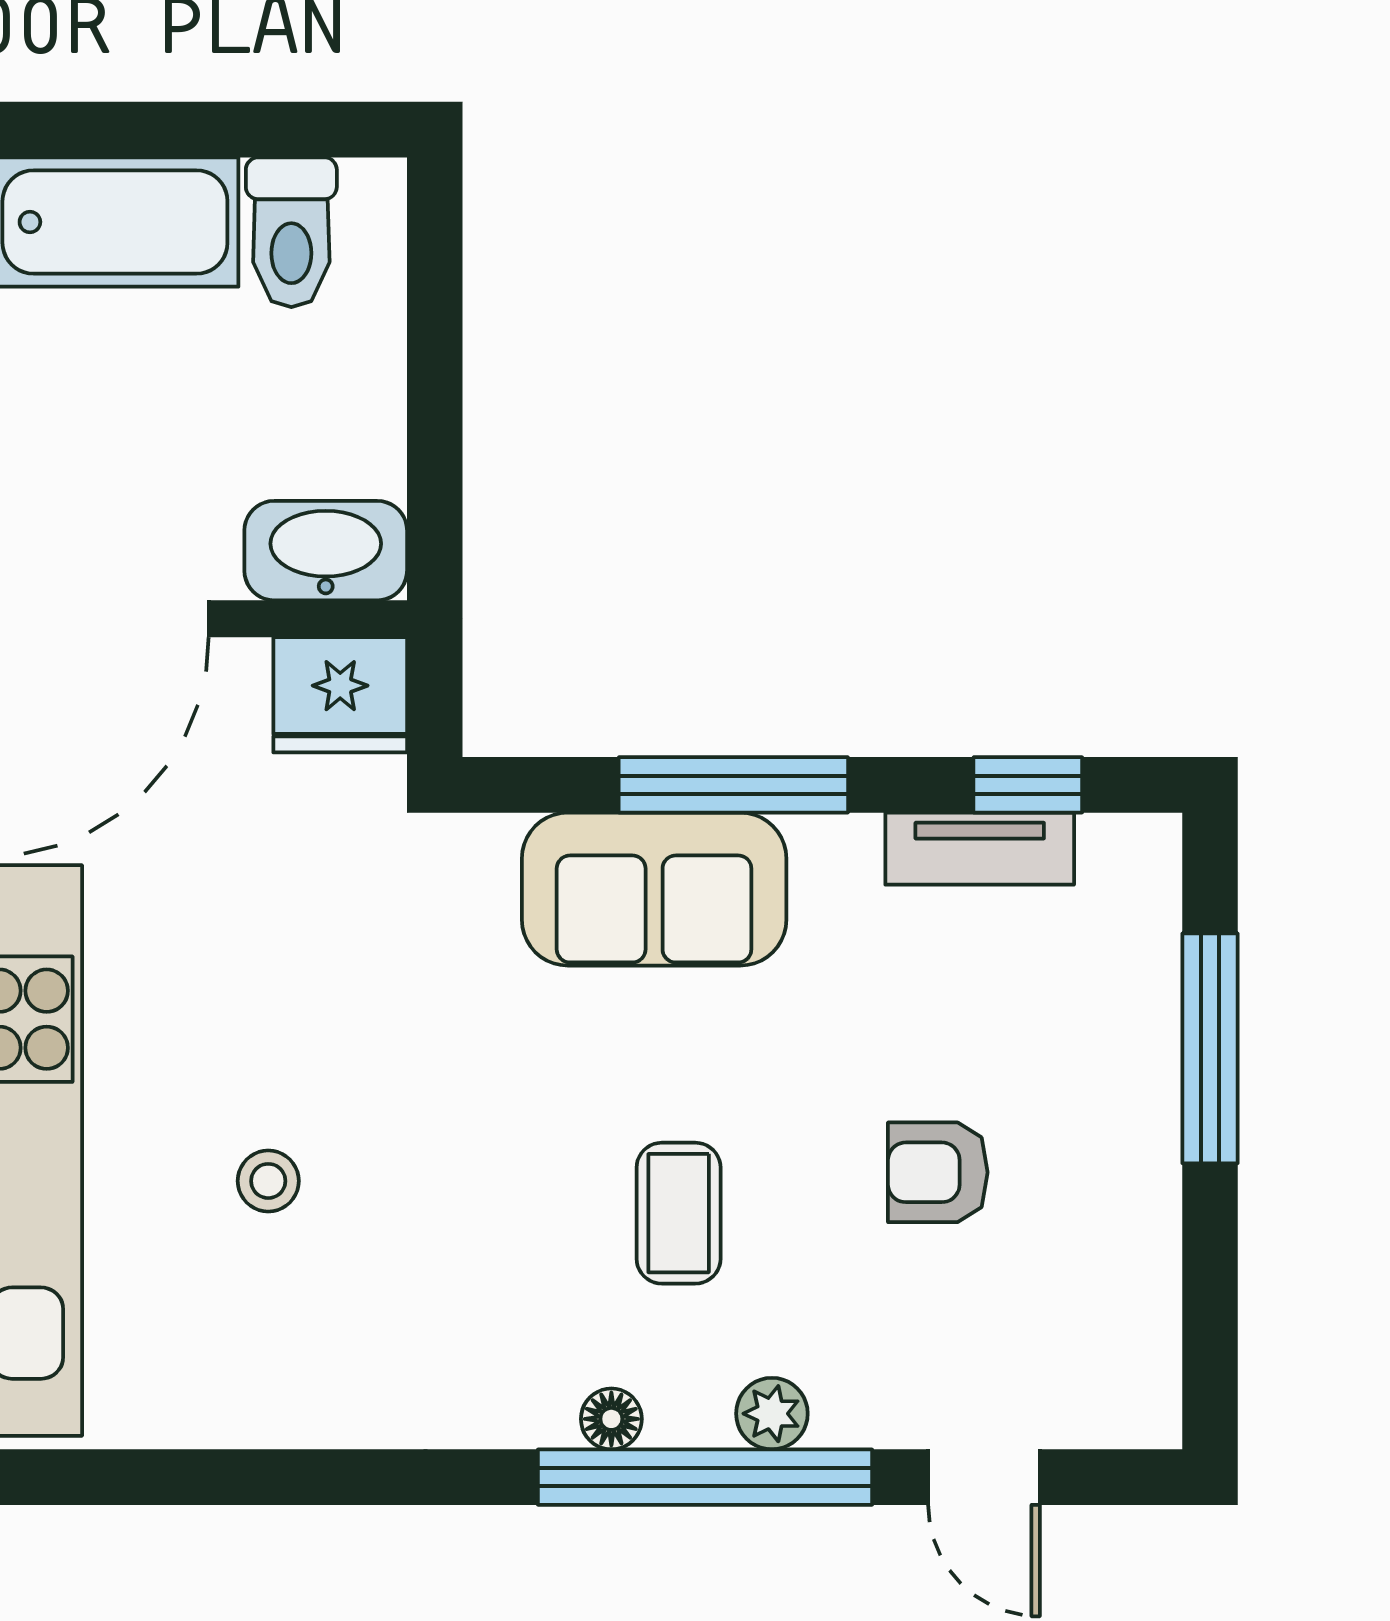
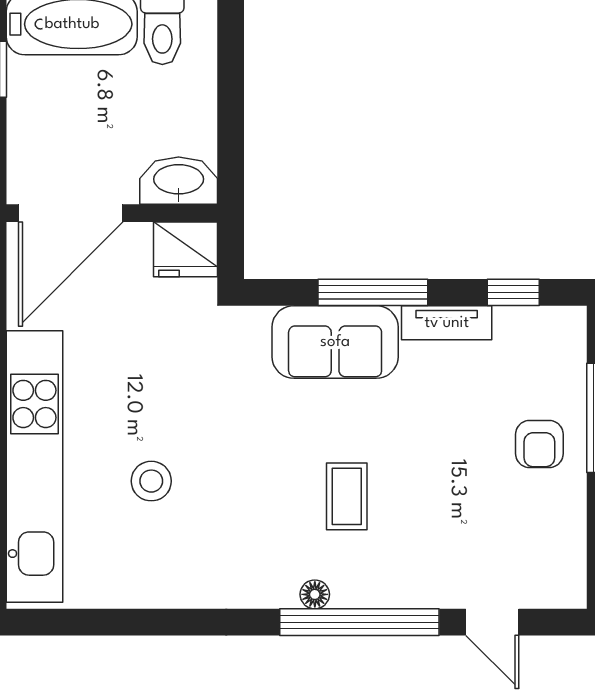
tv unit: (980, 849) -> (447, 323), moved
armchair: (938, 1172) -> (539, 444), moved, turned -90
stool: (268, 1181) -> (151, 481), width x1.37, depth x1.37
plant: (772, 1414) -> (391, 592), removed

